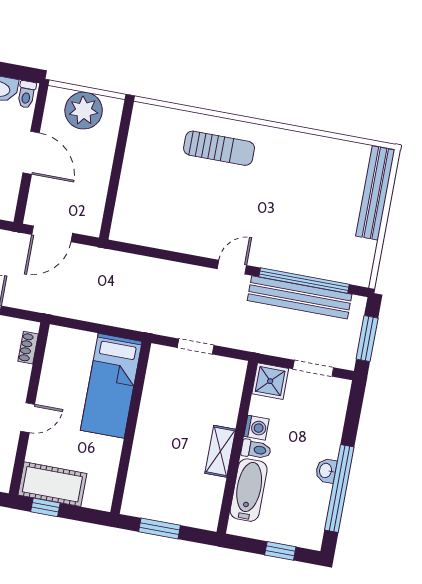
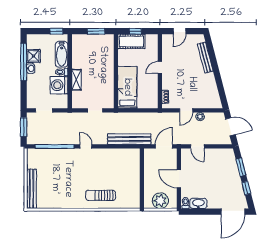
door: (232, 267) -> (86, 146), swing flipped
bench: (300, 297) -> (129, 139), moved
shower: (270, 381) -> (33, 56), moved
washing machine: (257, 428) -> (59, 85), width x1.89, depth x1.89
shelving: (220, 451) -> (76, 80), moved
cot: (52, 484) -> (131, 41), moved
window: (45, 507) -> (135, 31), moved
window: (280, 551) -> (56, 31), moved

